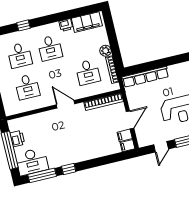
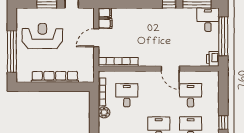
row of seats: (145, 77) -> (55, 77), moved
door: (66, 104) -> (170, 69), moved
printer: (17, 139) -> (213, 59), moved
desk: (32, 162) -> (208, 20), width x0.73

